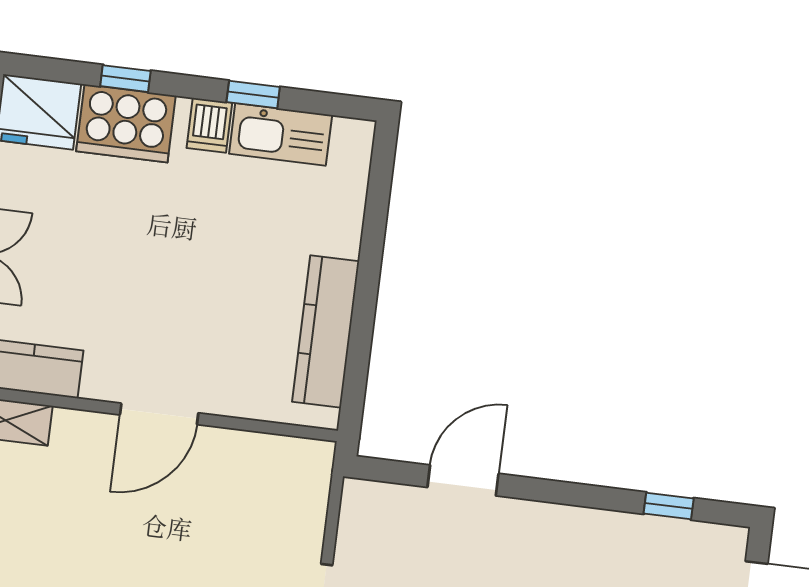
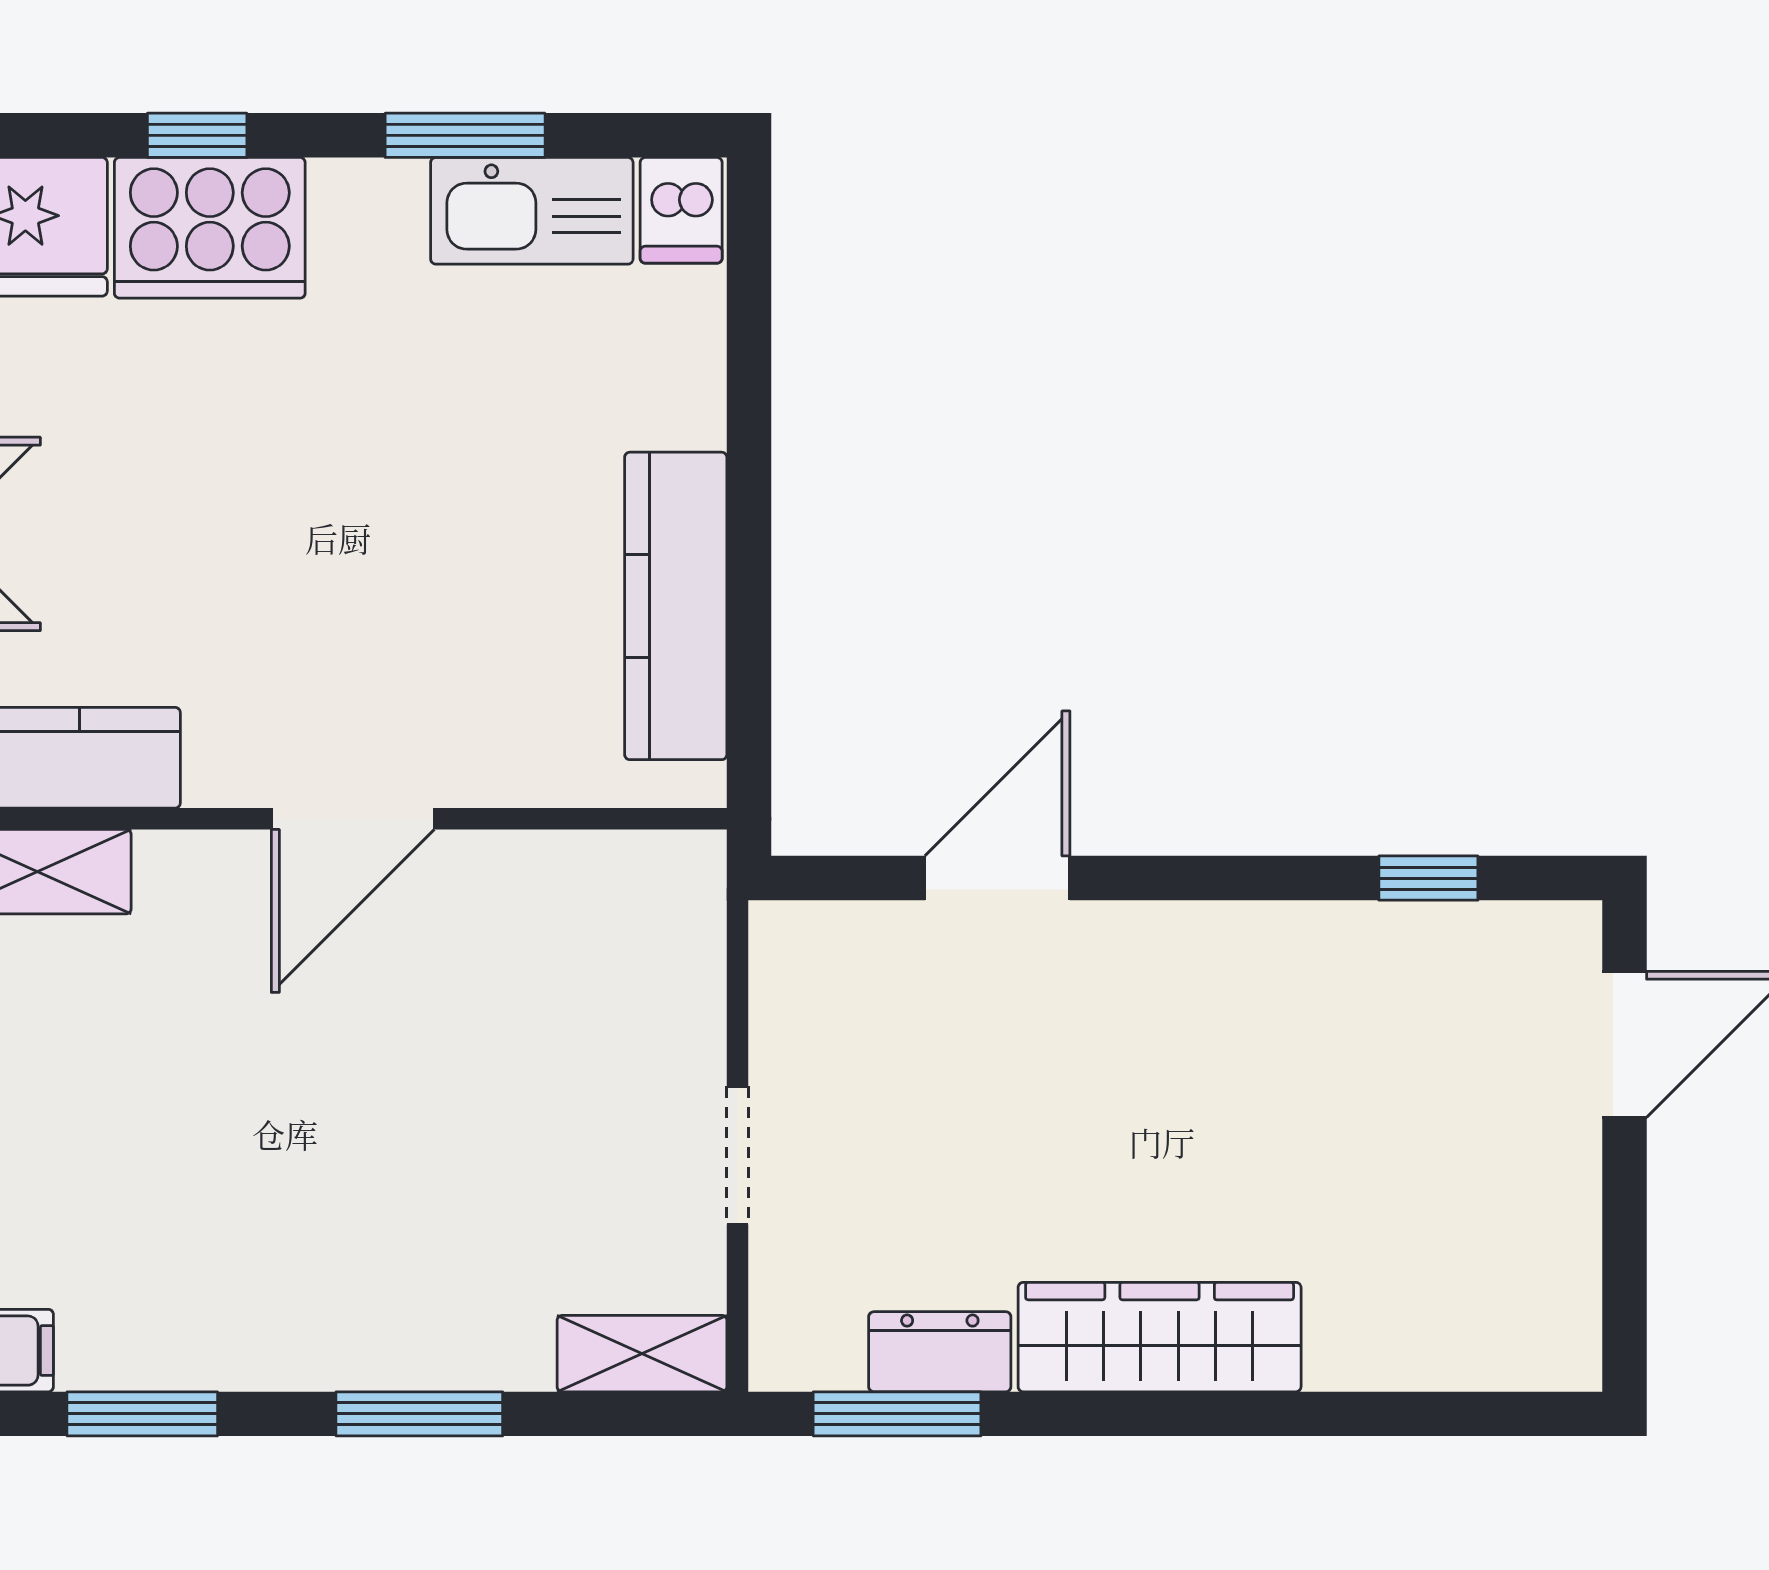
window: (253, 94) -> (465, 135), width x1.50
dishwasher: (209, 125) -> (681, 210), moved

